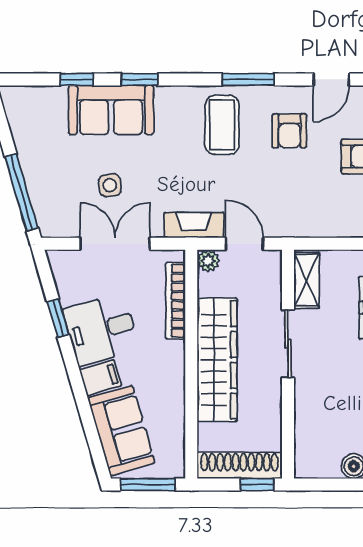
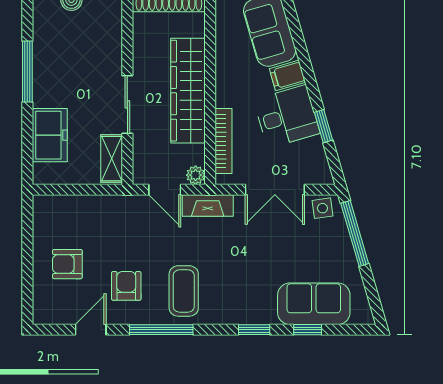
window: (248, 79) -> (161, 330), width x1.44
sofa: (111, 110) -> (314, 304), moved
side table: (110, 185) -> (322, 208), moved

